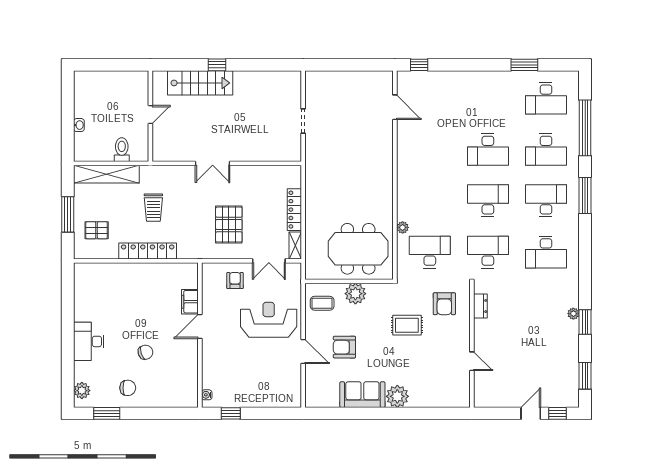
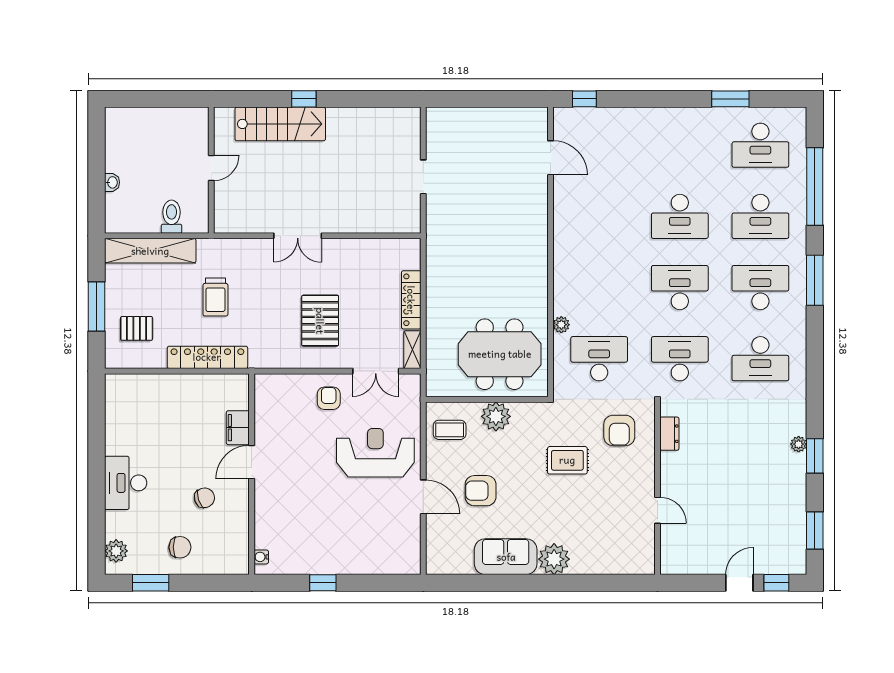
filing cabinet: (190, 302) -> (238, 428), moved
door: (200, 326) -> (252, 462), moved
wall: (200, 335) -> (252, 474), moved
water cooler: (207, 395) -> (261, 557), moved

